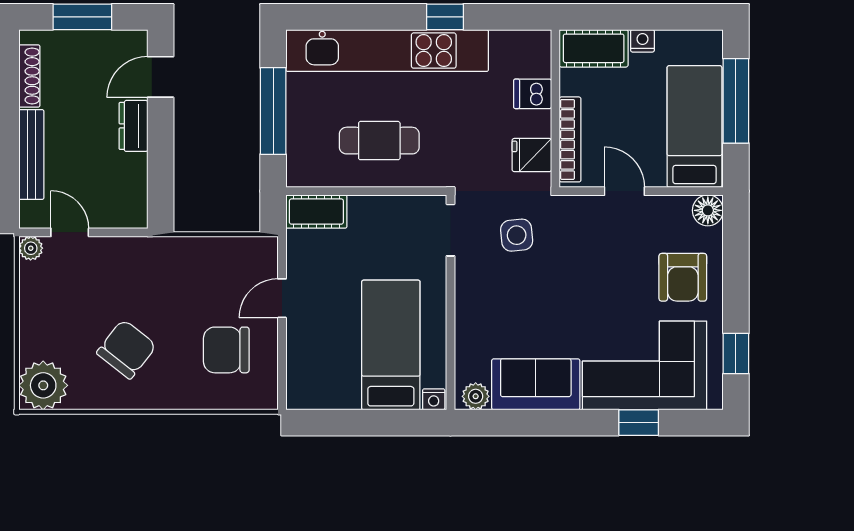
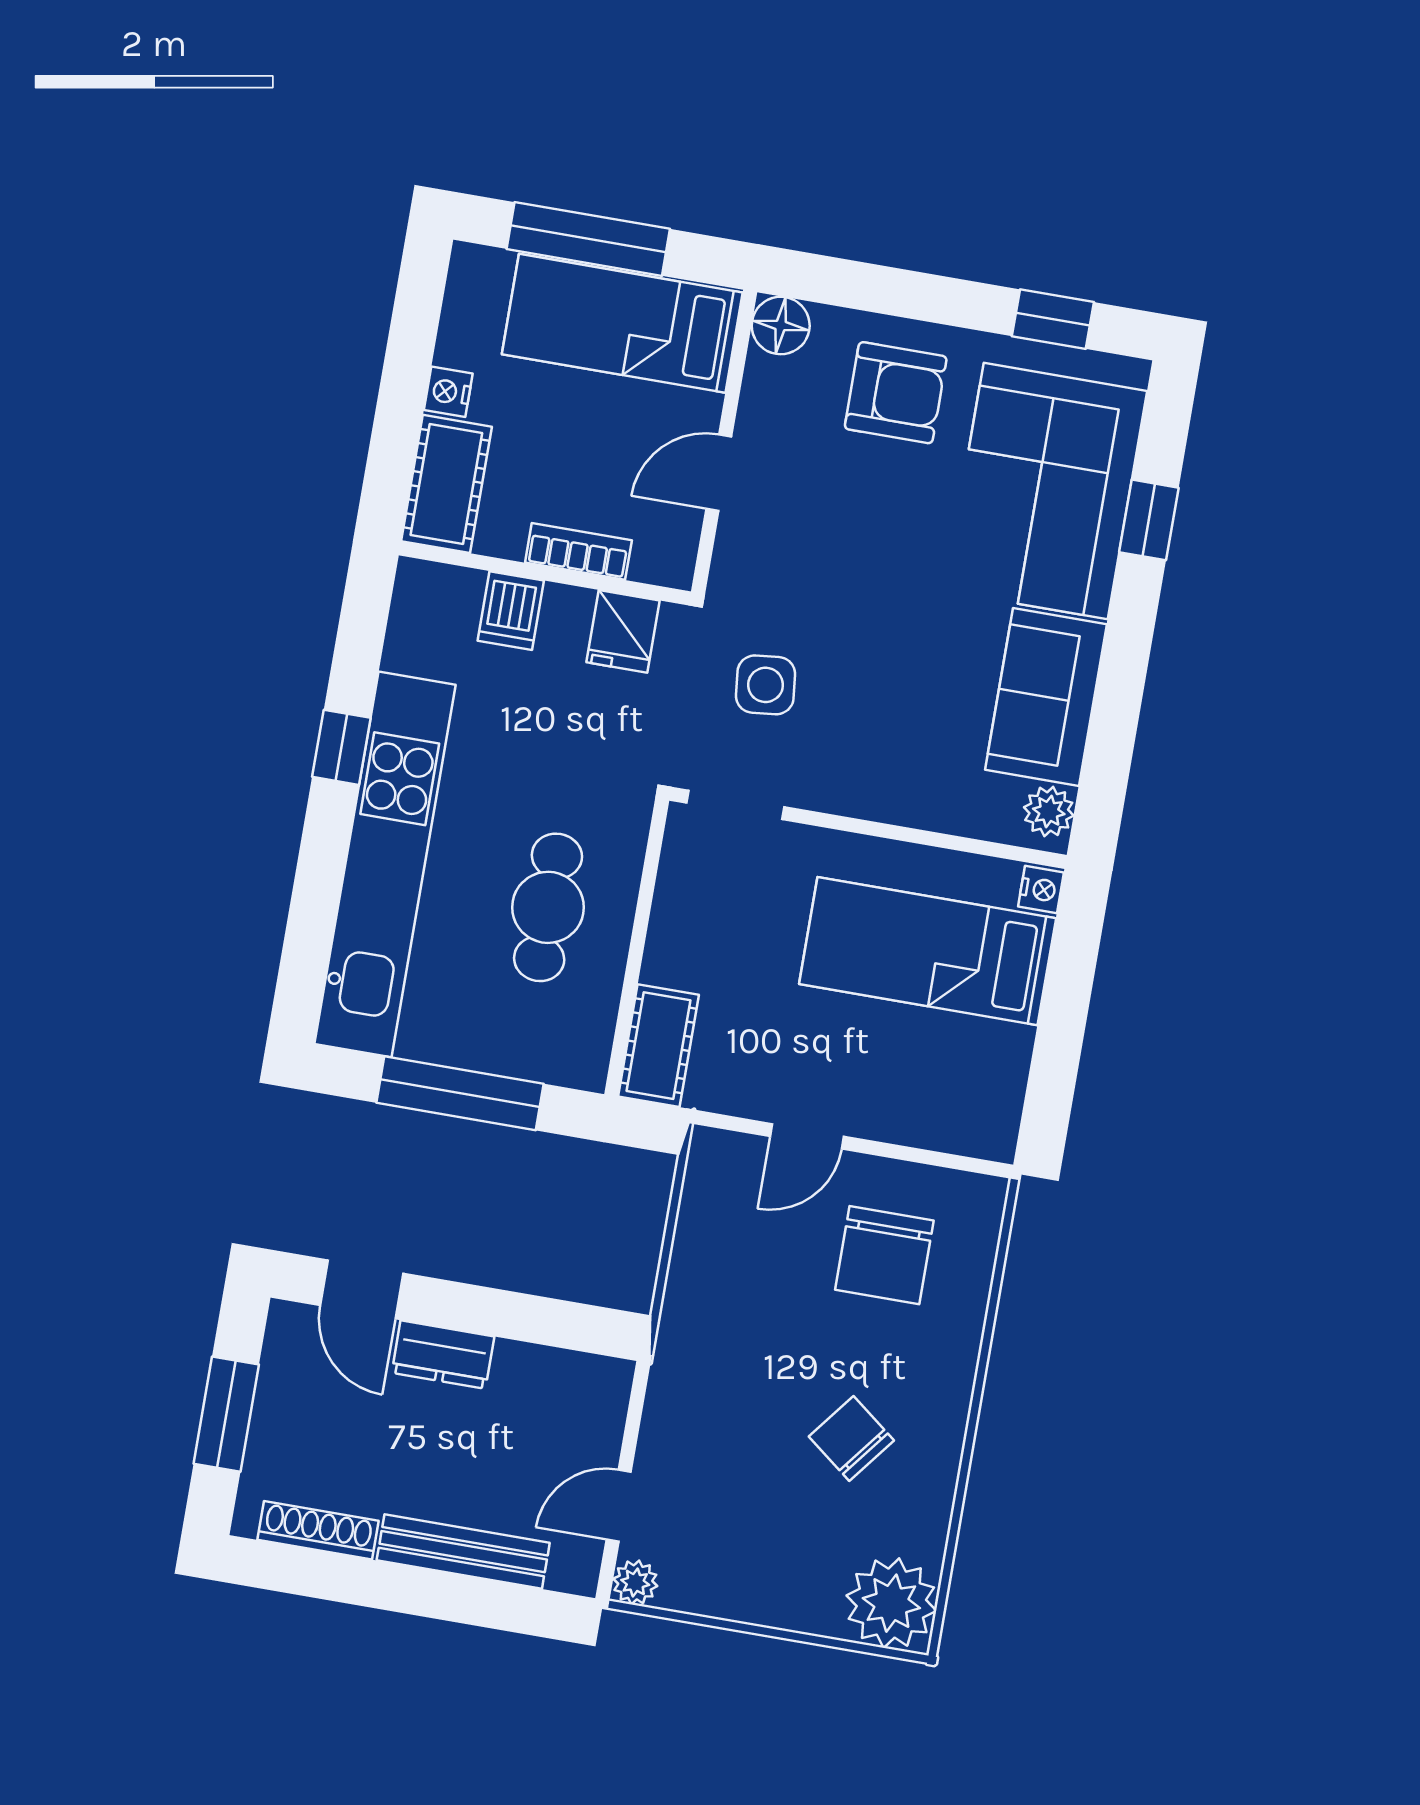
bookcase: (570, 139) -> (578, 551), width x0.64
door: (282, 298) -> (807, 1136), hinge flipped
chair: (126, 349) -> (851, 1438), width x0.73, depth x0.73

